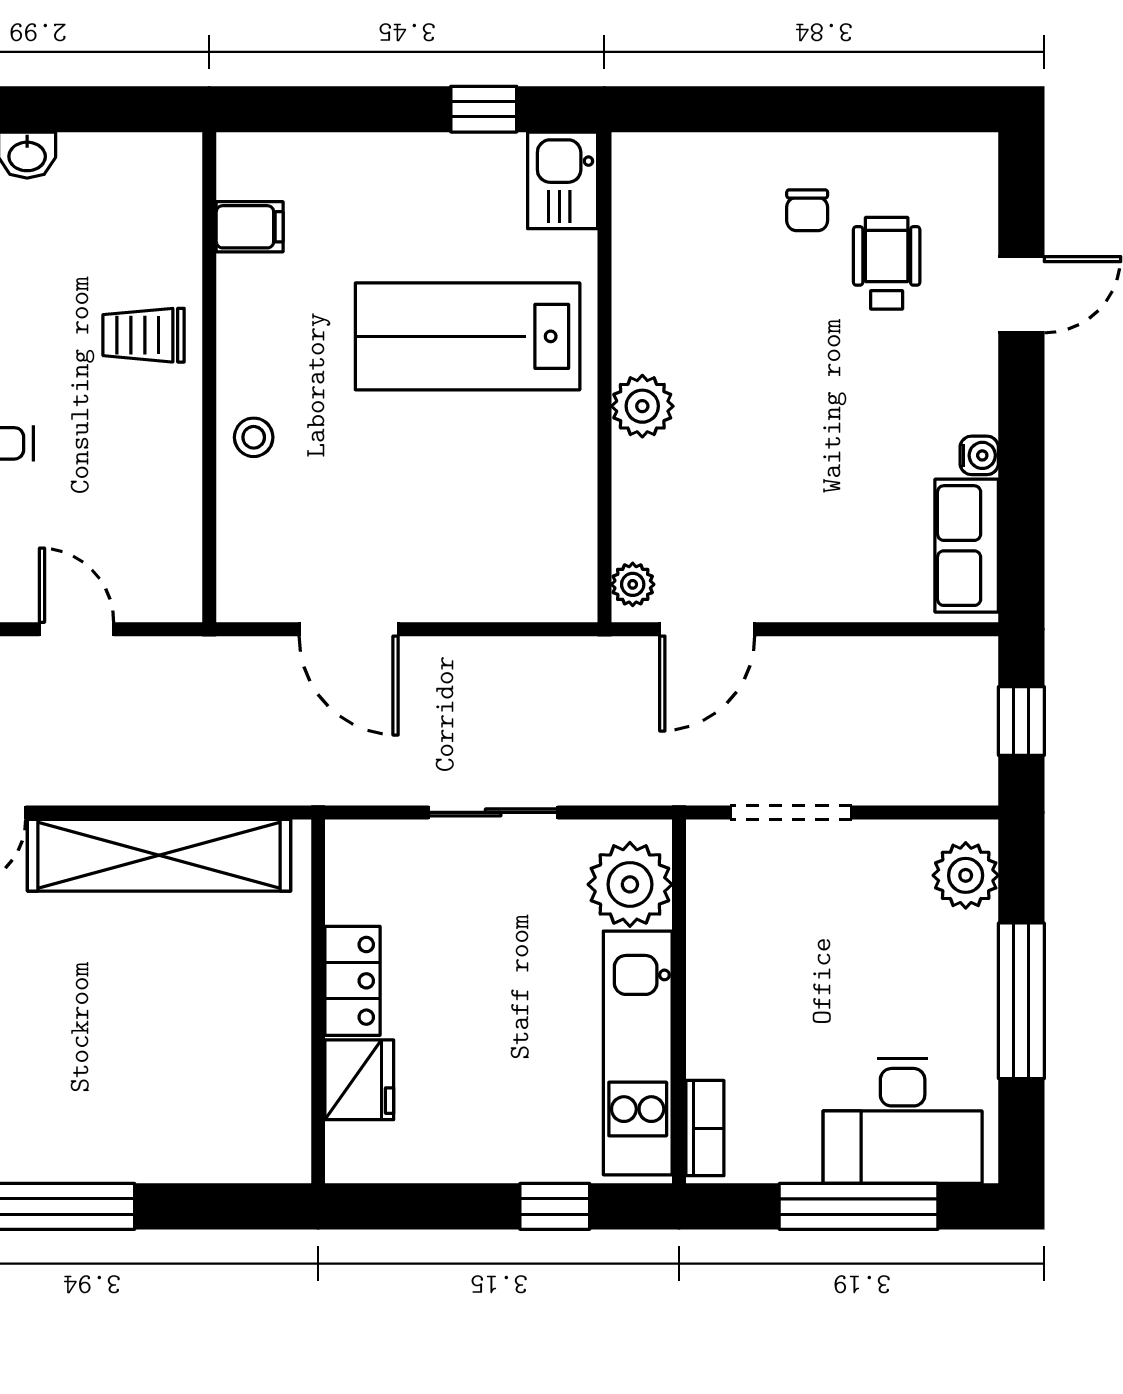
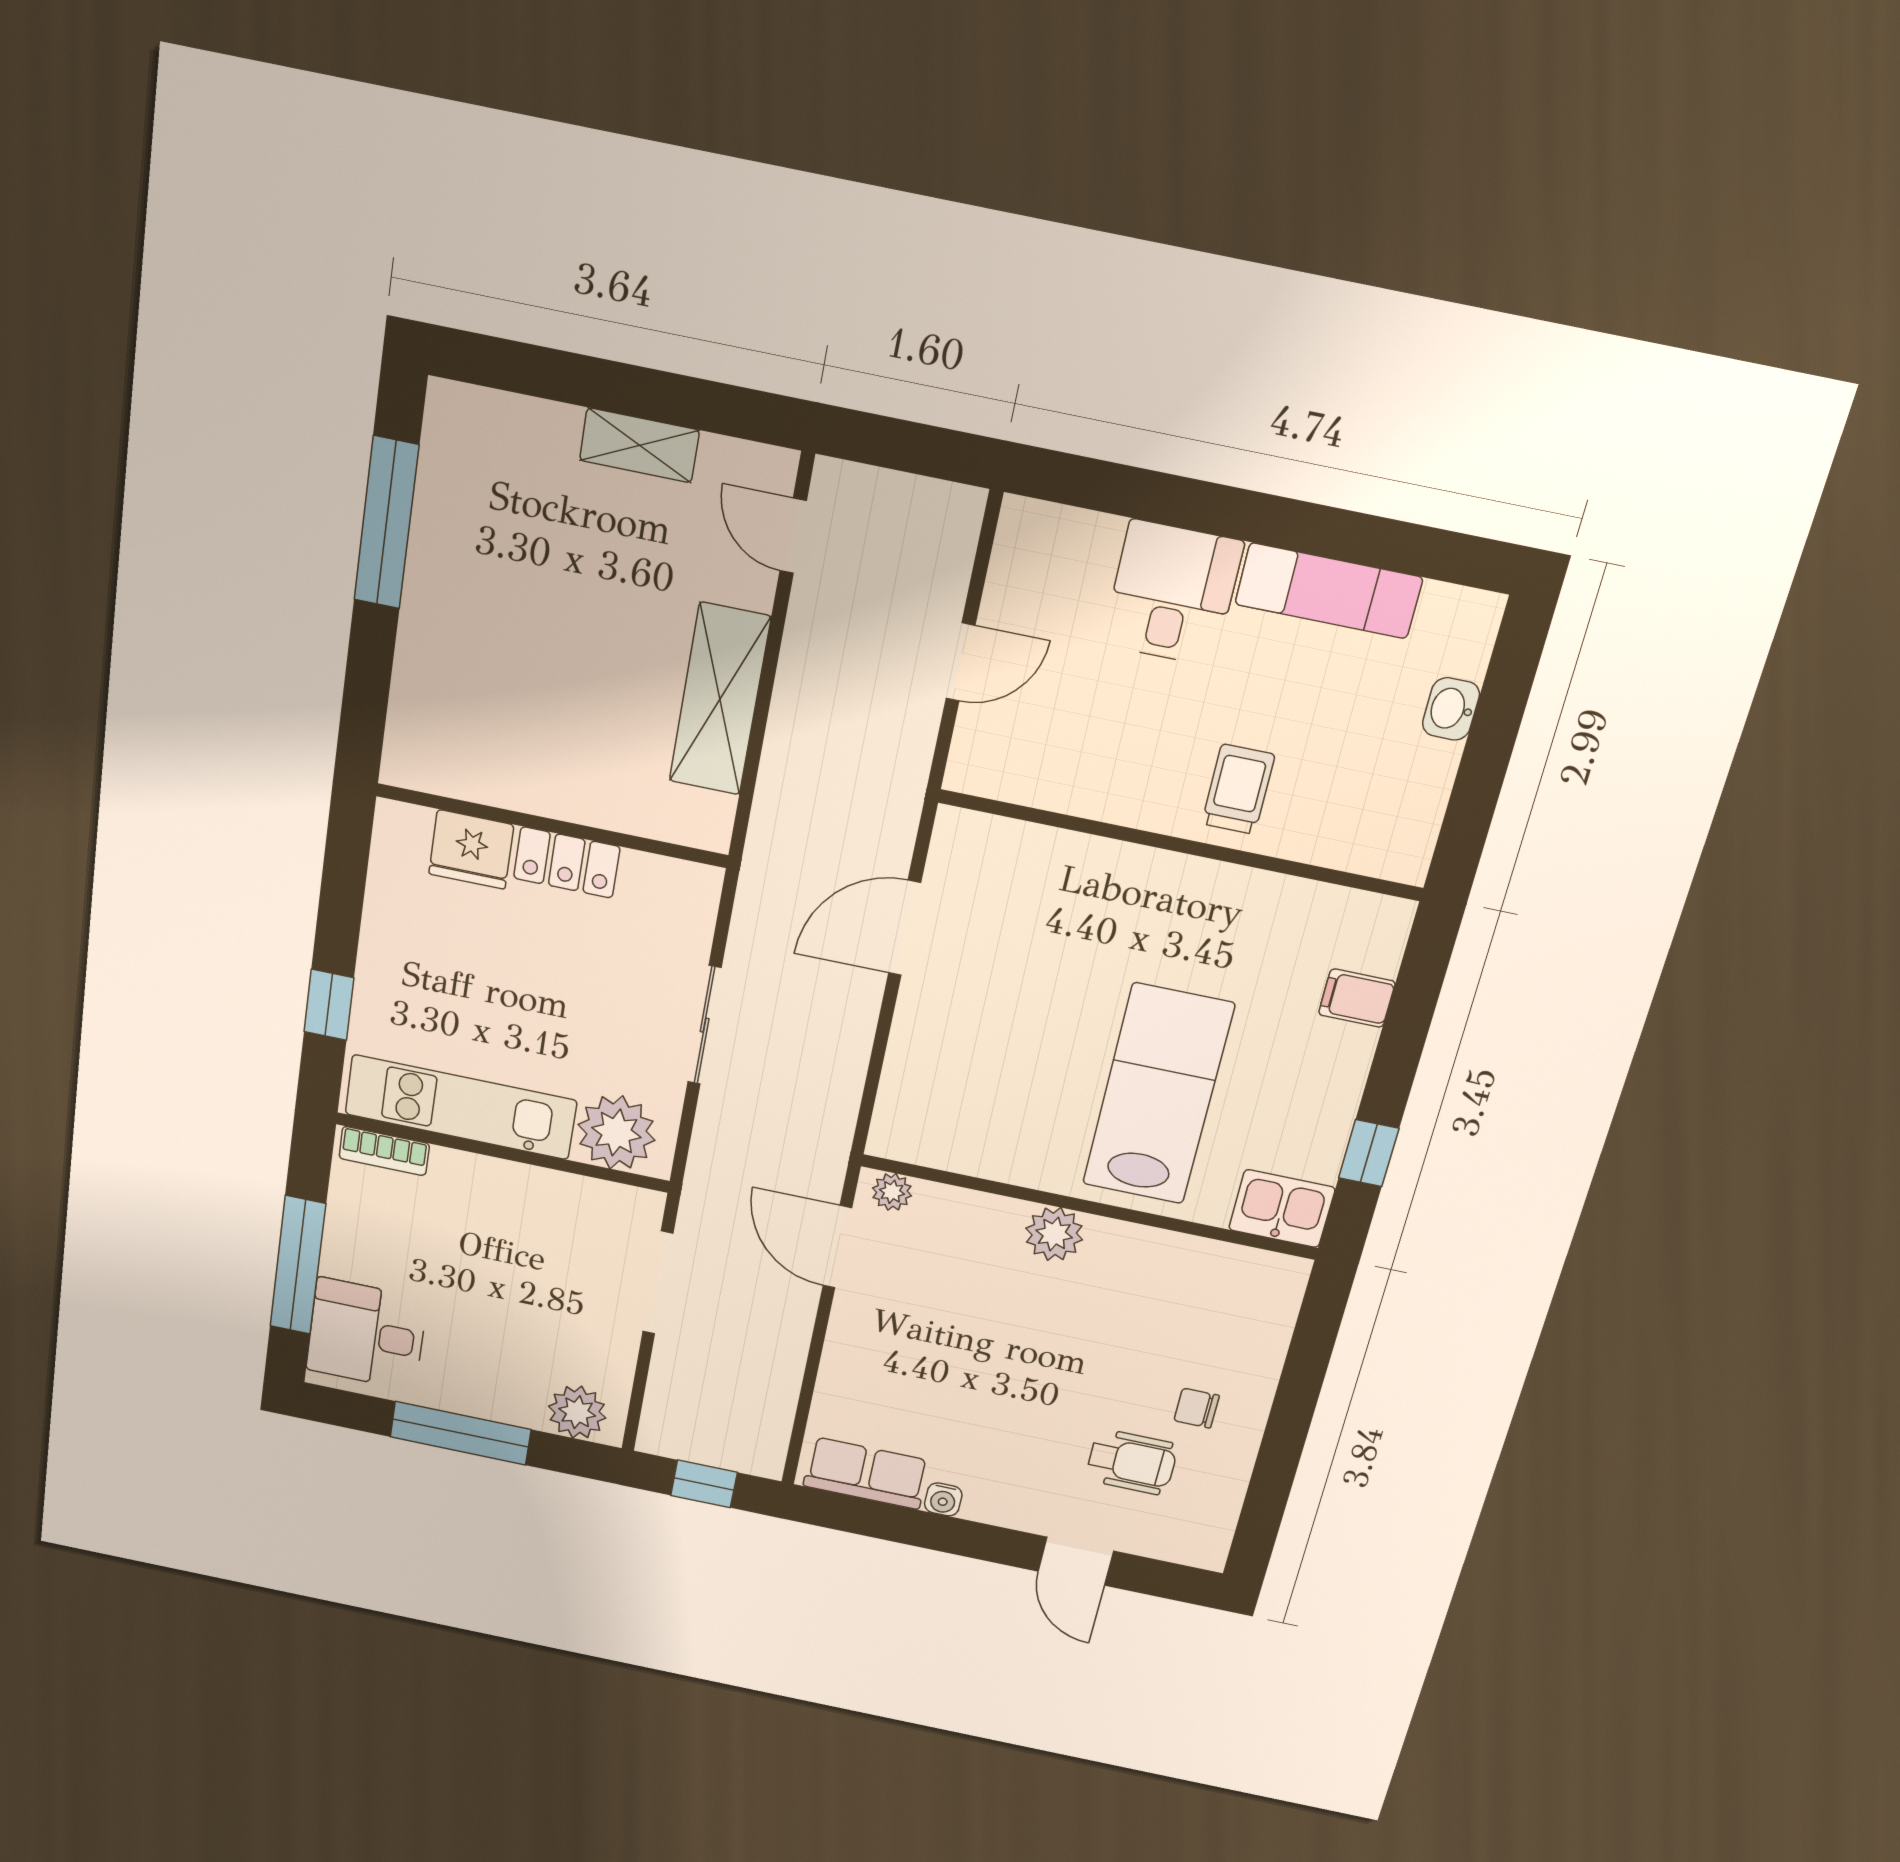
filing cabinet: (250, 227) -> (1357, 998), moved, turned 90
stool: (254, 437) -> (1111, 876), removed
shelving: (159, 855) -> (720, 699), width x0.68
desk: (903, 1121) -> (367, 1334), width x0.73

